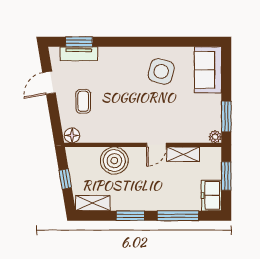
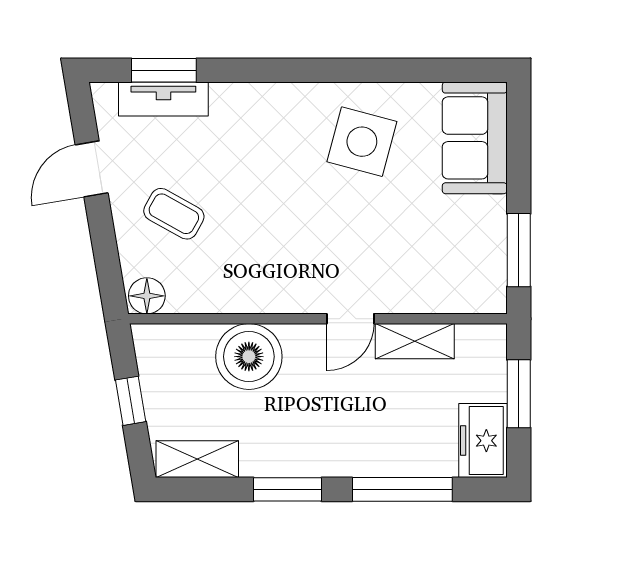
coffee table: (83, 101) -> (174, 214), turned -61
plant: (215, 137) -> (492, 299), removed

